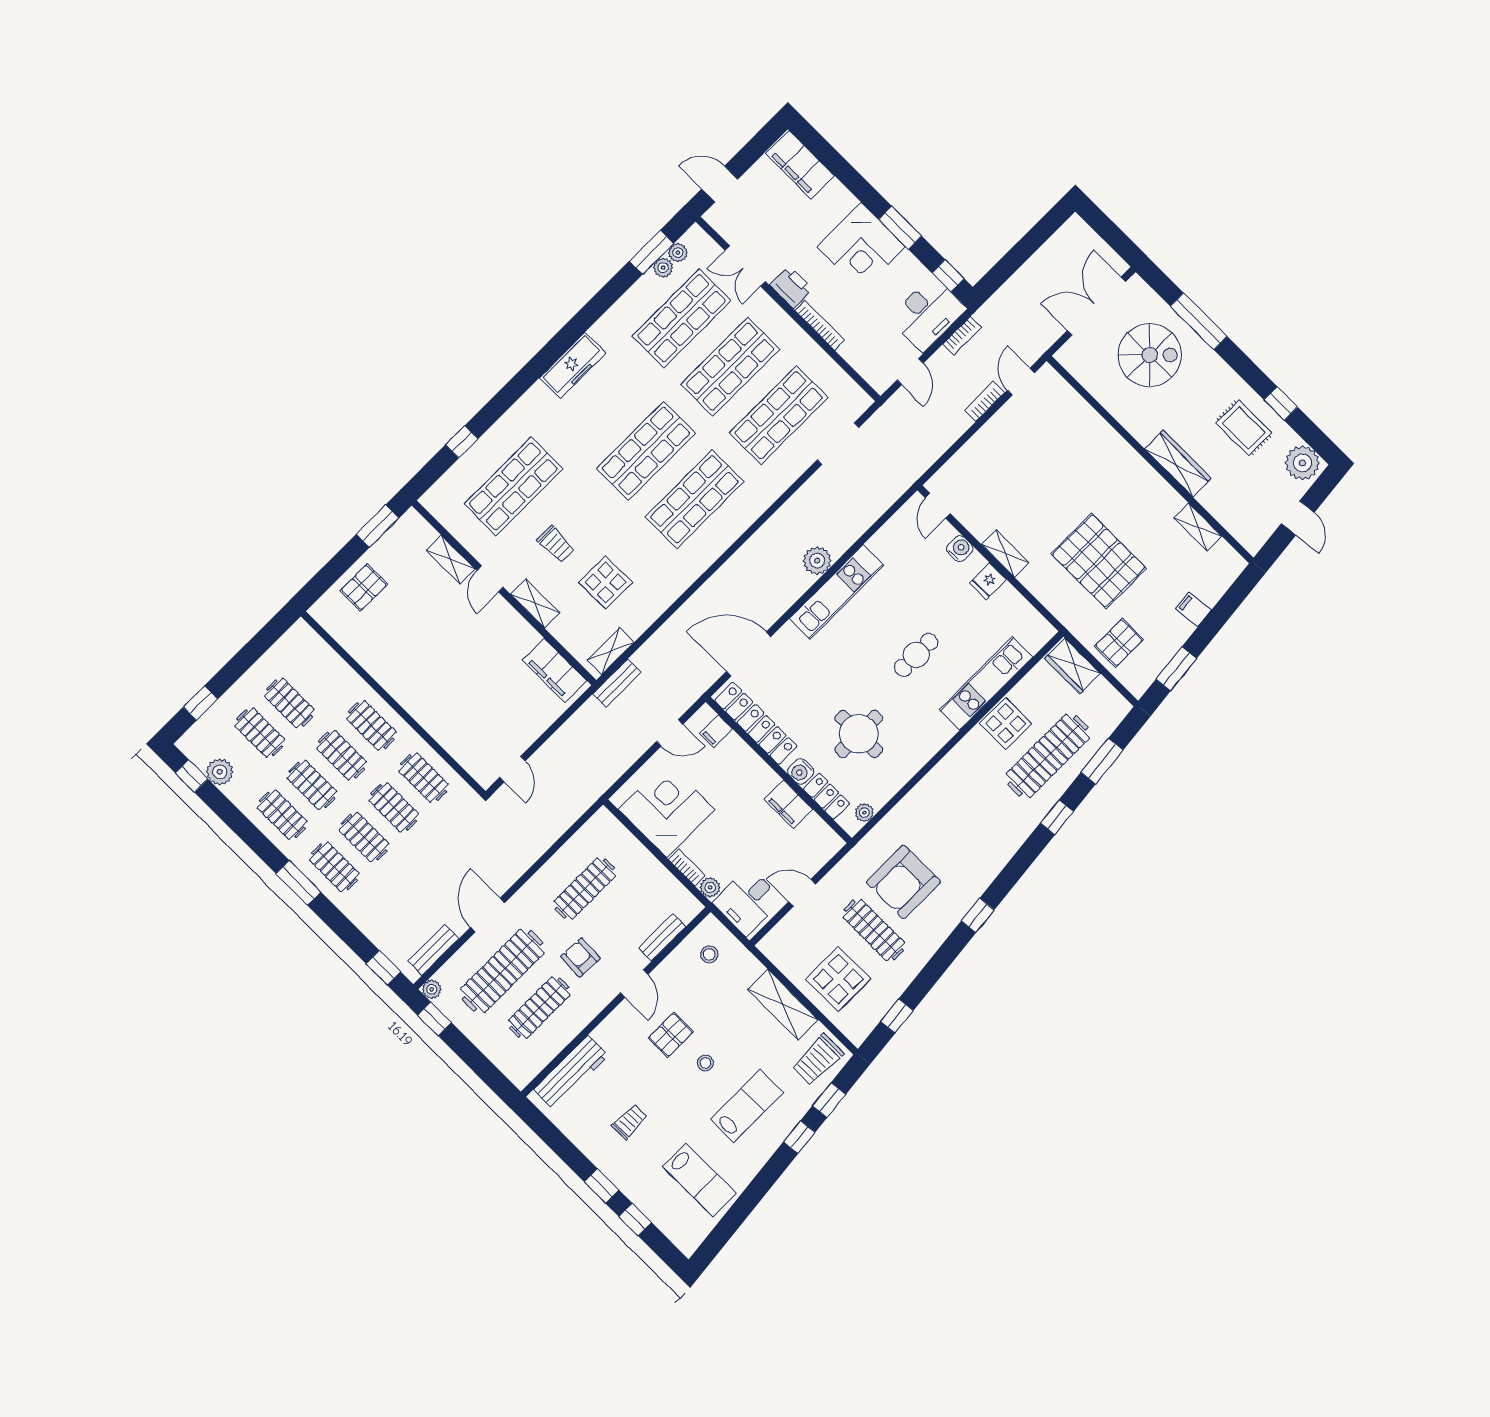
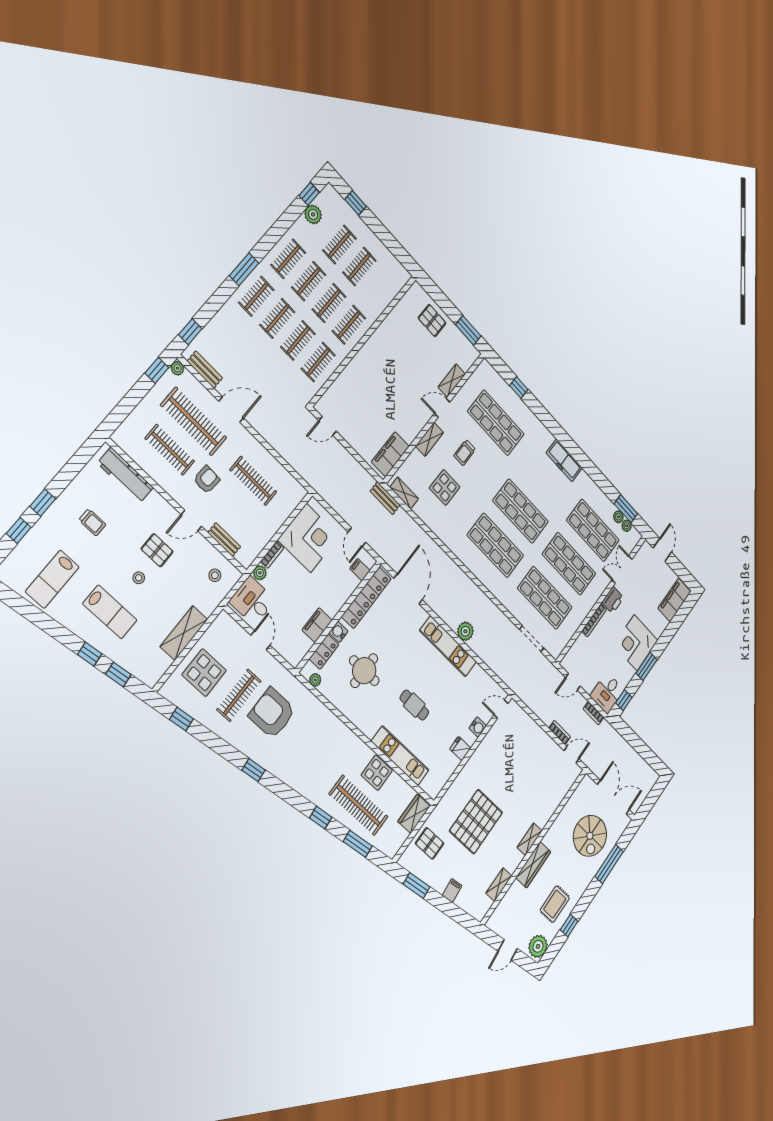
desk: (928, 314) -> (607, 693), width x0.73
shelving: (1005, 554) -> (530, 839), moved
trolley: (818, 1060) -> (147, 663), removed

